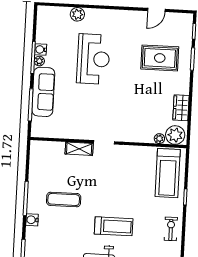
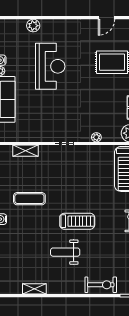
plant: (159, 139) -> (96, 137), moved
shelving: (79, 149) -> (25, 151), moved

